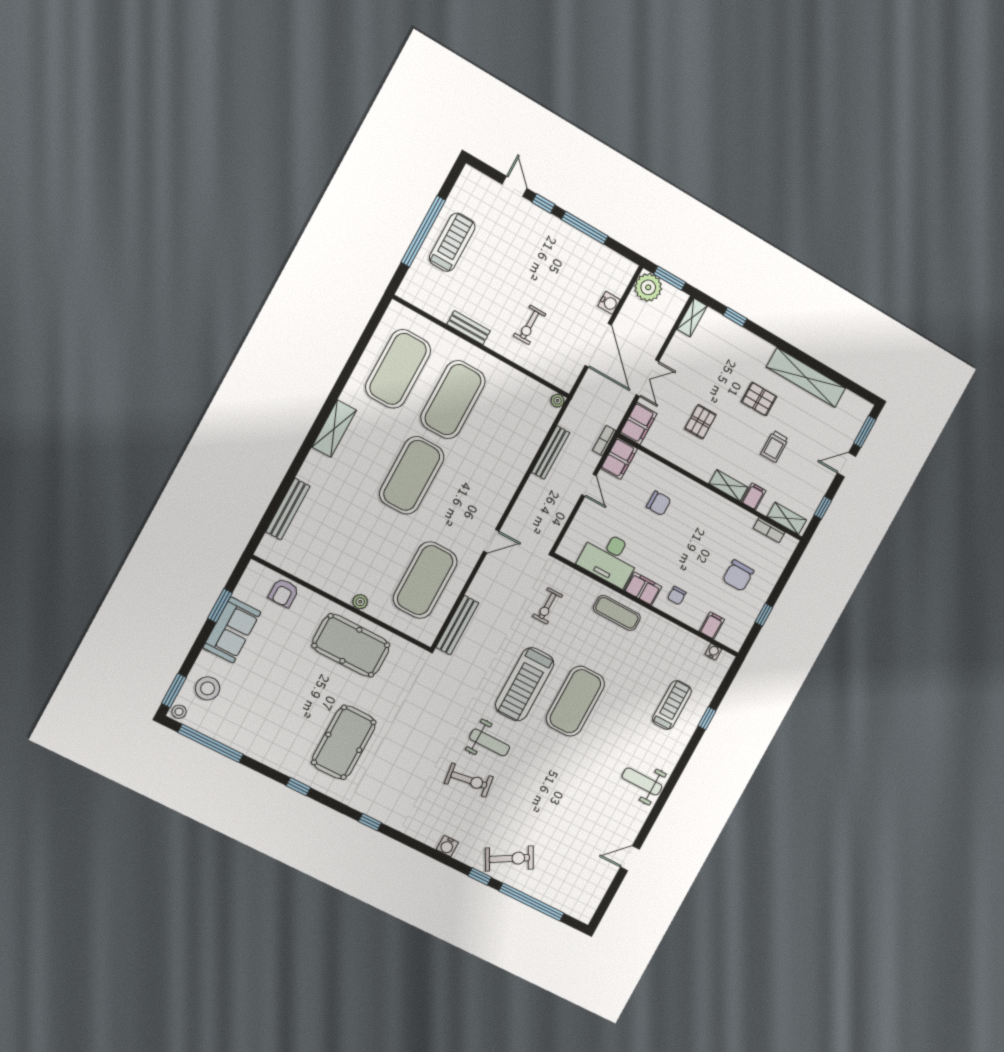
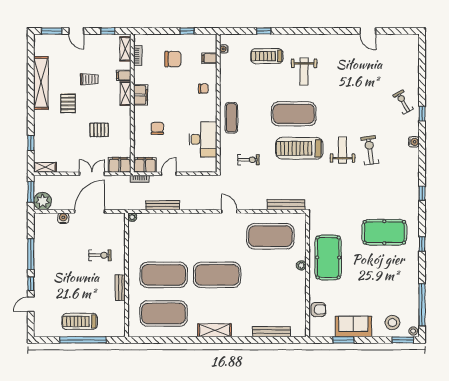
filing cabinet: (643, 589) -> (141, 95), moved, turned 180
treadmill: (525, 684) -> (299, 148), turned 180
weight bench: (642, 781) -> (304, 72), moved
exercise bike: (509, 858) -> (403, 102), width x0.73, depth x0.72
window: (532, 902) -> (422, 75), removed

